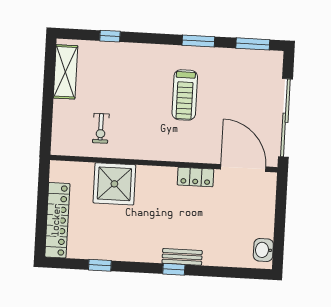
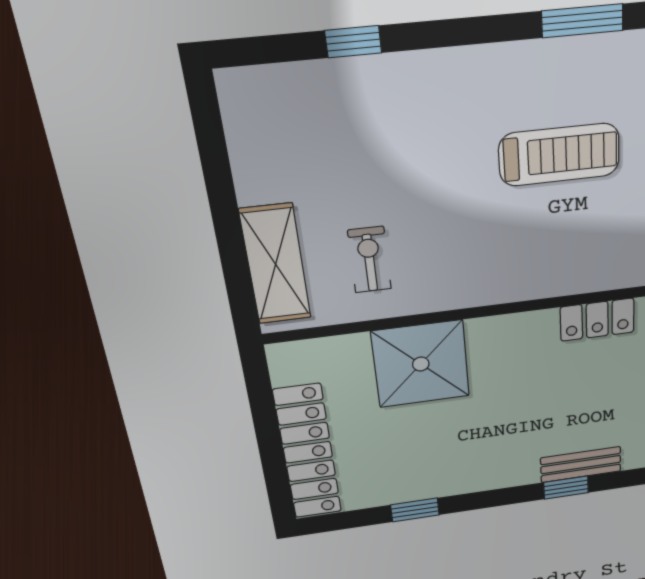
shelving: (65, 72) -> (276, 264), moved
treadmill: (185, 95) -> (559, 155), turned -90
exercise bike: (101, 128) -> (369, 260), turned 180

